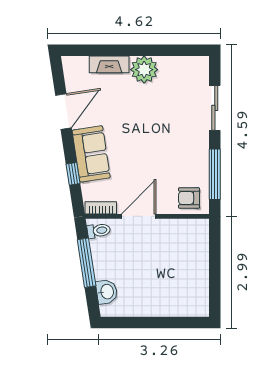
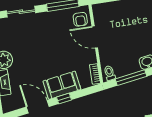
window: (73, 174) -> (64, 99), moved
door: (139, 216) -> (95, 37), moved

